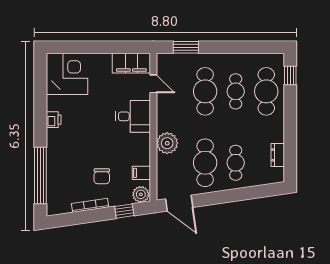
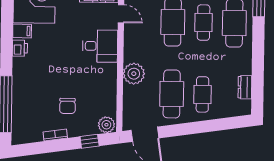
filing cabinet: (141, 173) -> (22, 31), moved, turned 180
bookcase: (90, 205) -> (55, 135), width x0.64

